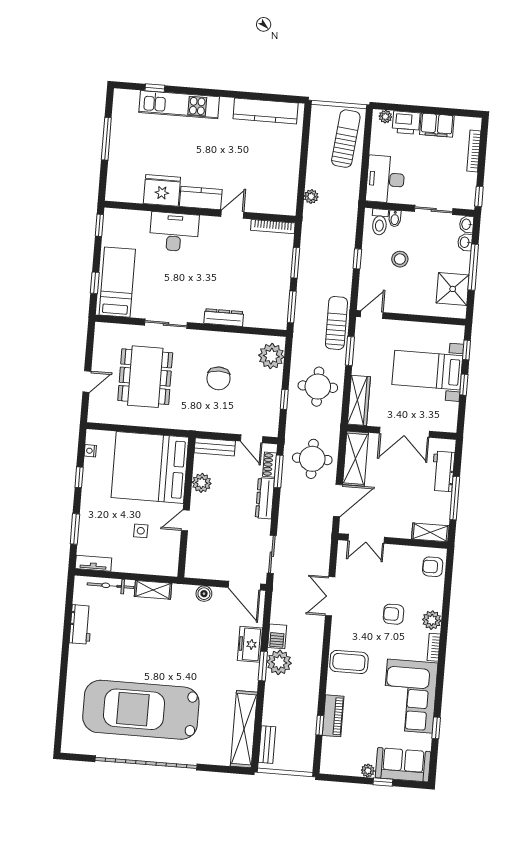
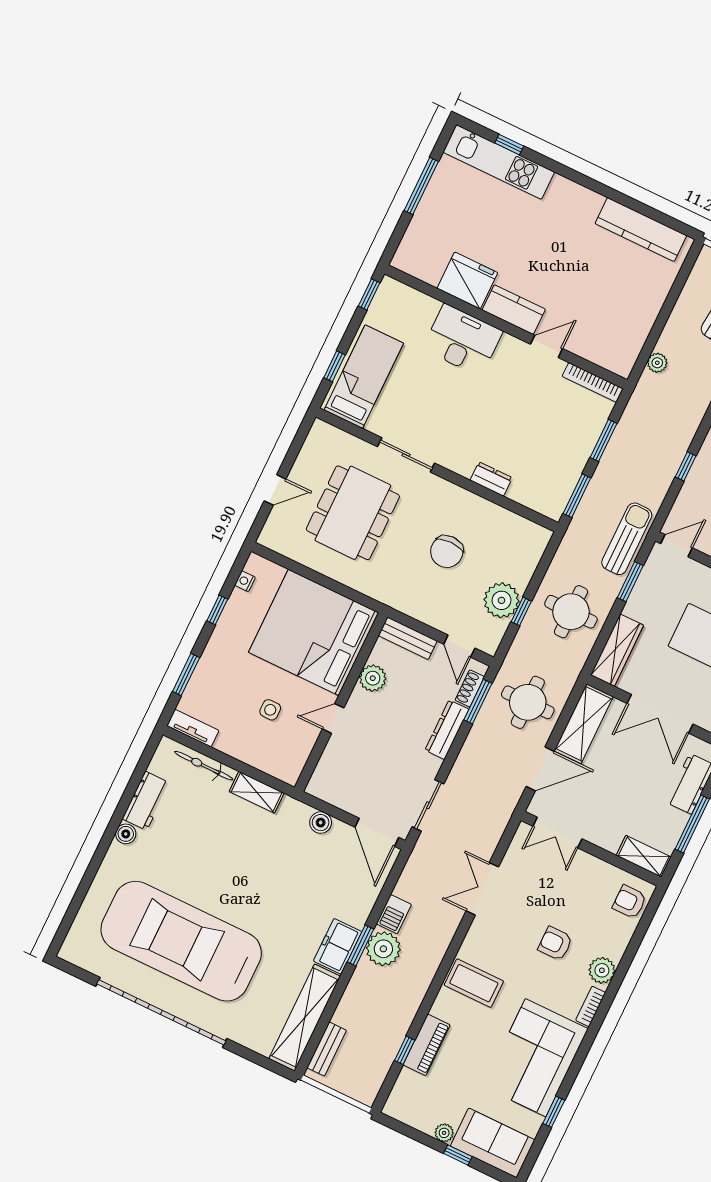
kitchen unit: (179, 105) -> (499, 162), moved
dresser: (224, 317) -> (491, 479), width x0.70
plant: (271, 356) -> (501, 600), moved
freezer: (250, 644) -> (338, 946), moved
boiler: (76, 652) -> (126, 834), added

